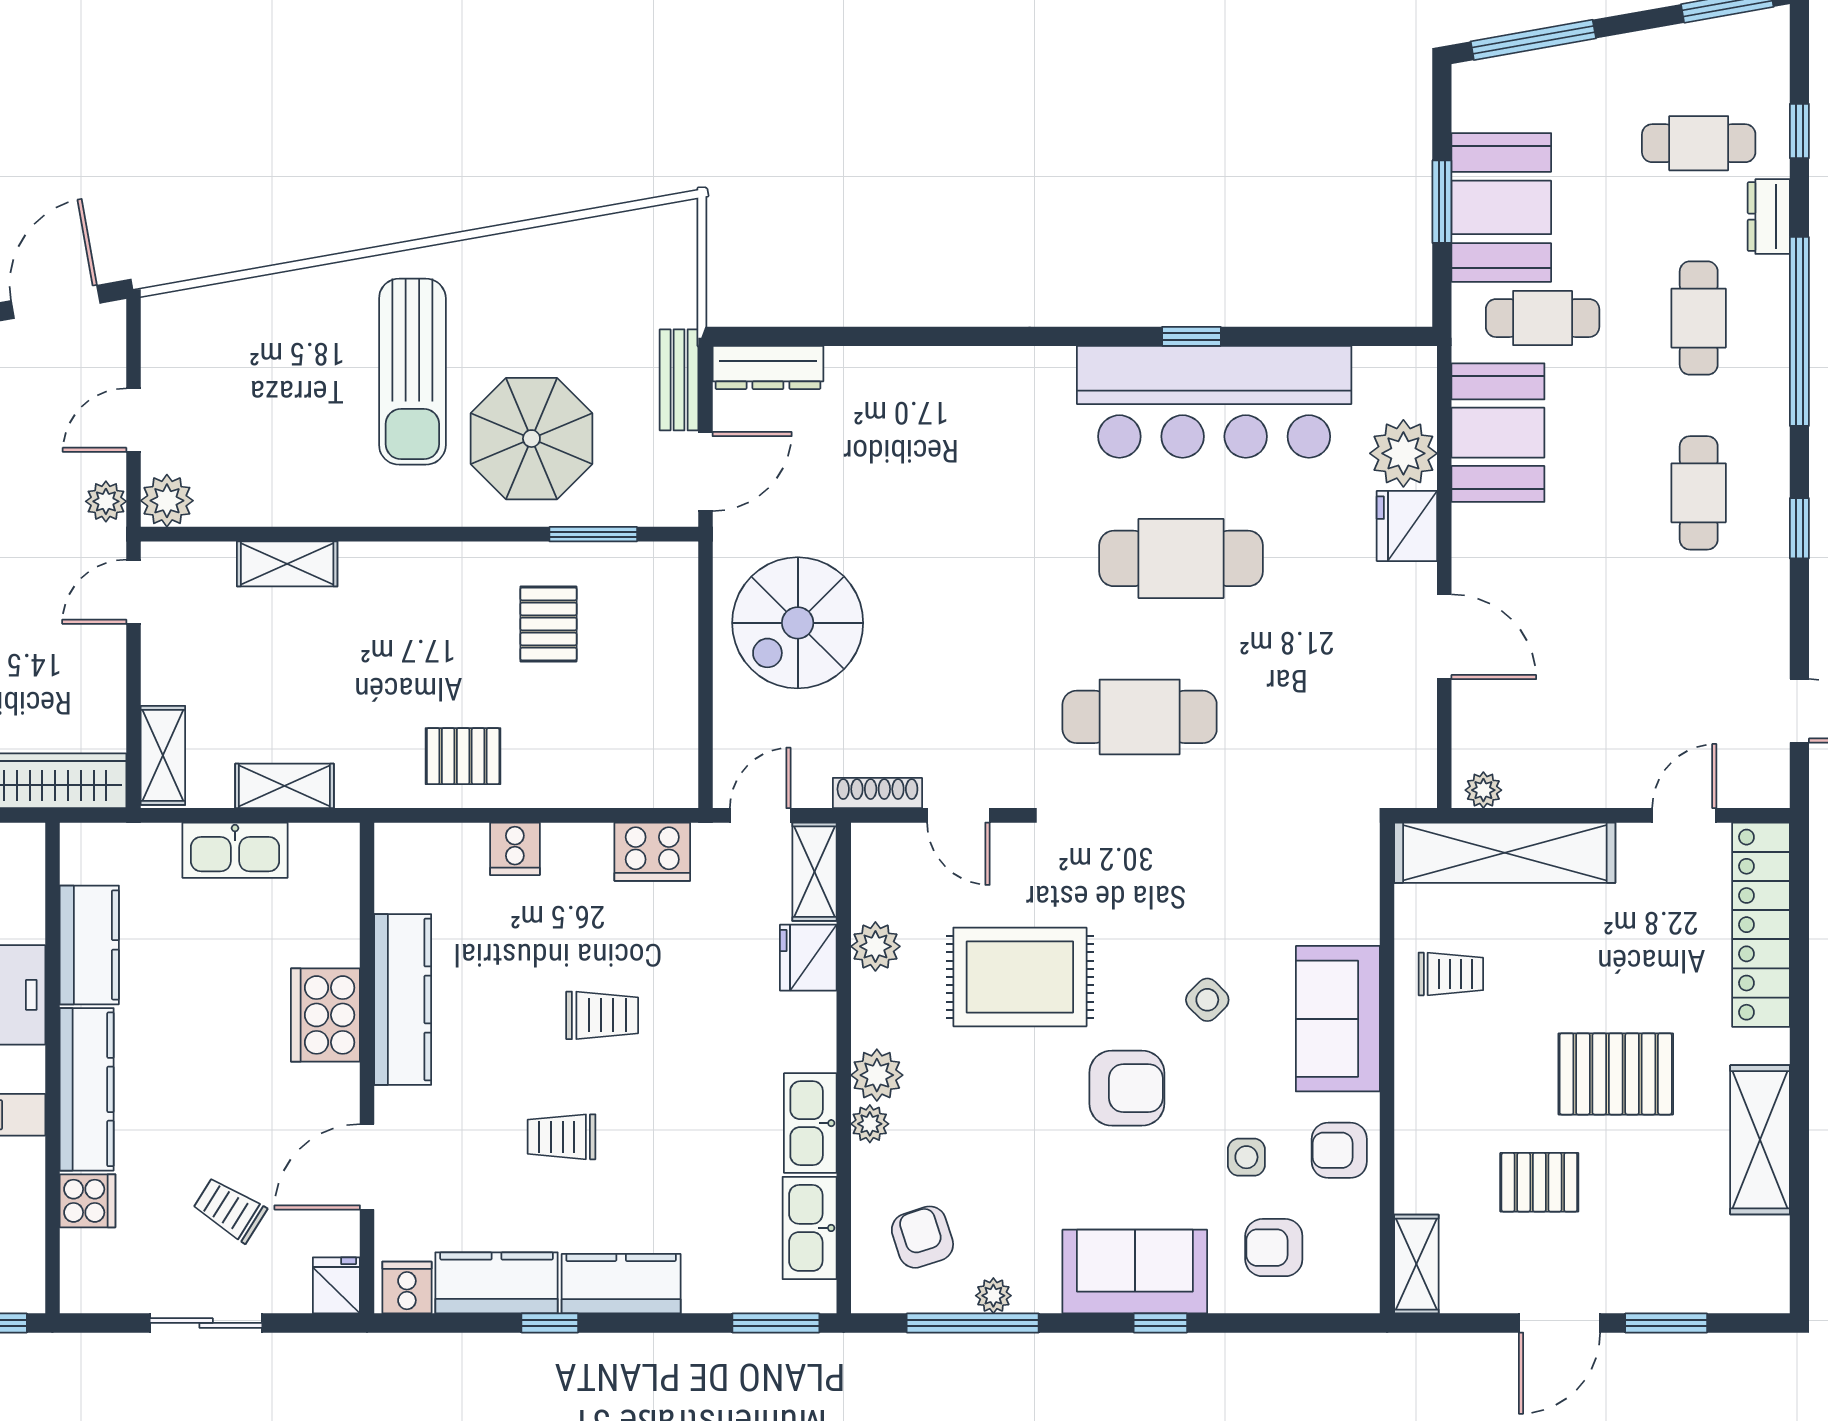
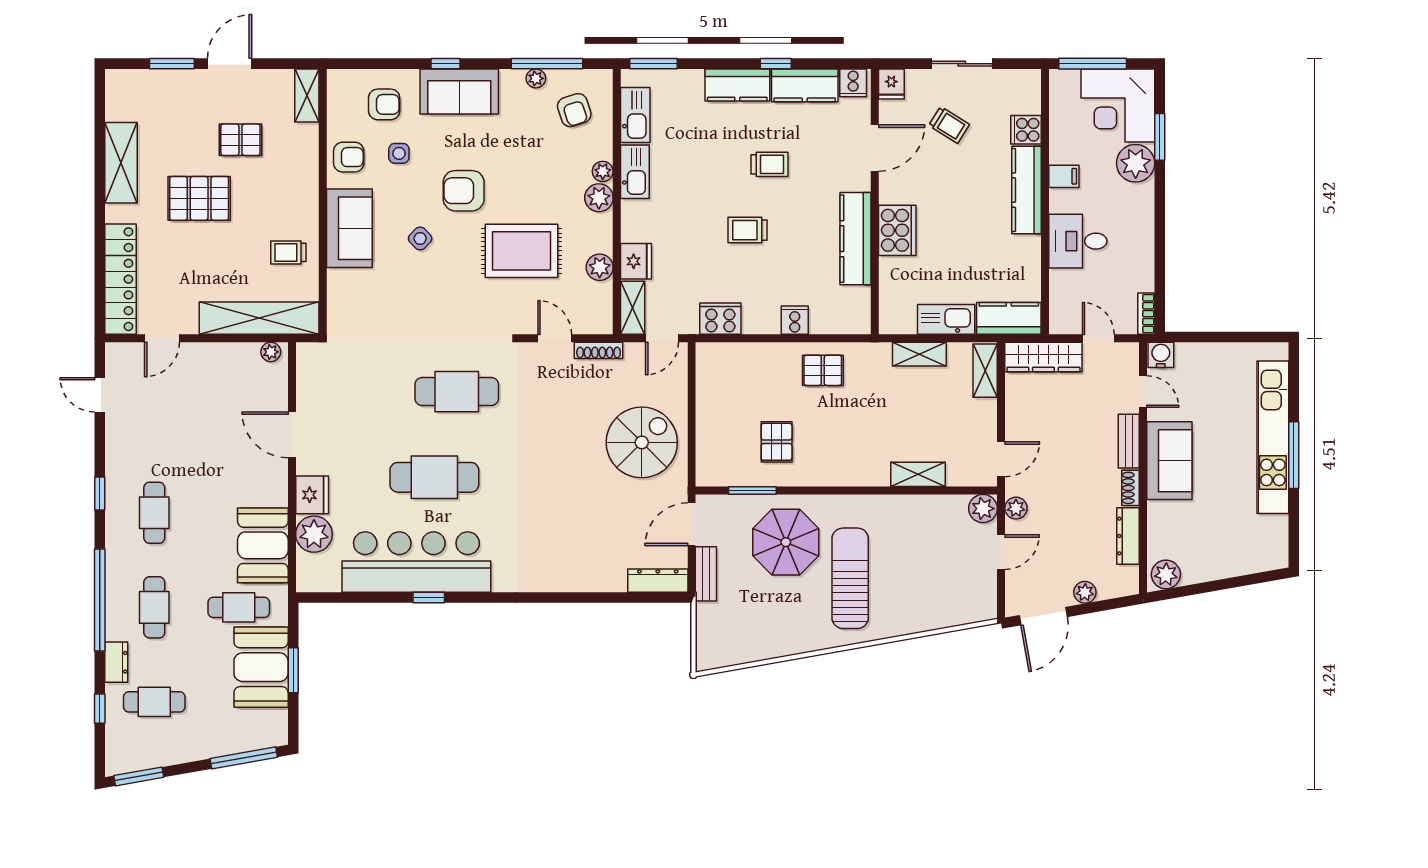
kitchen counter: (89, 945) -> (1009, 318), moved, turned 90

